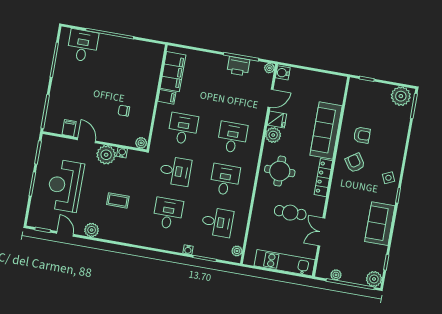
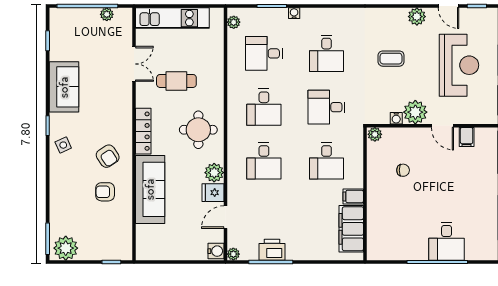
desk: (83, 46) -> (447, 241), moved
plant: (374, 279) -> (59, 18), removed

